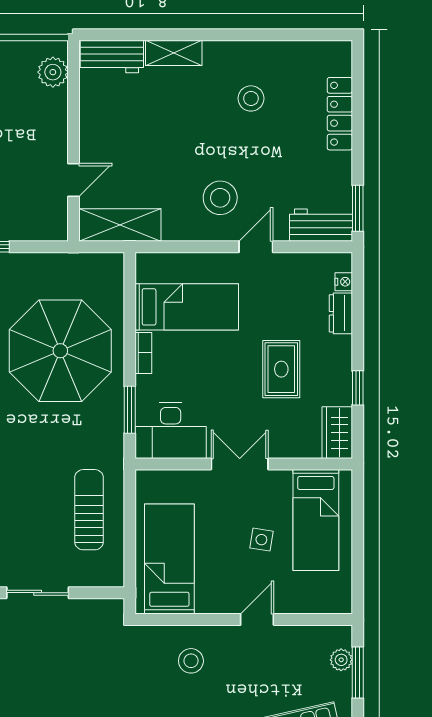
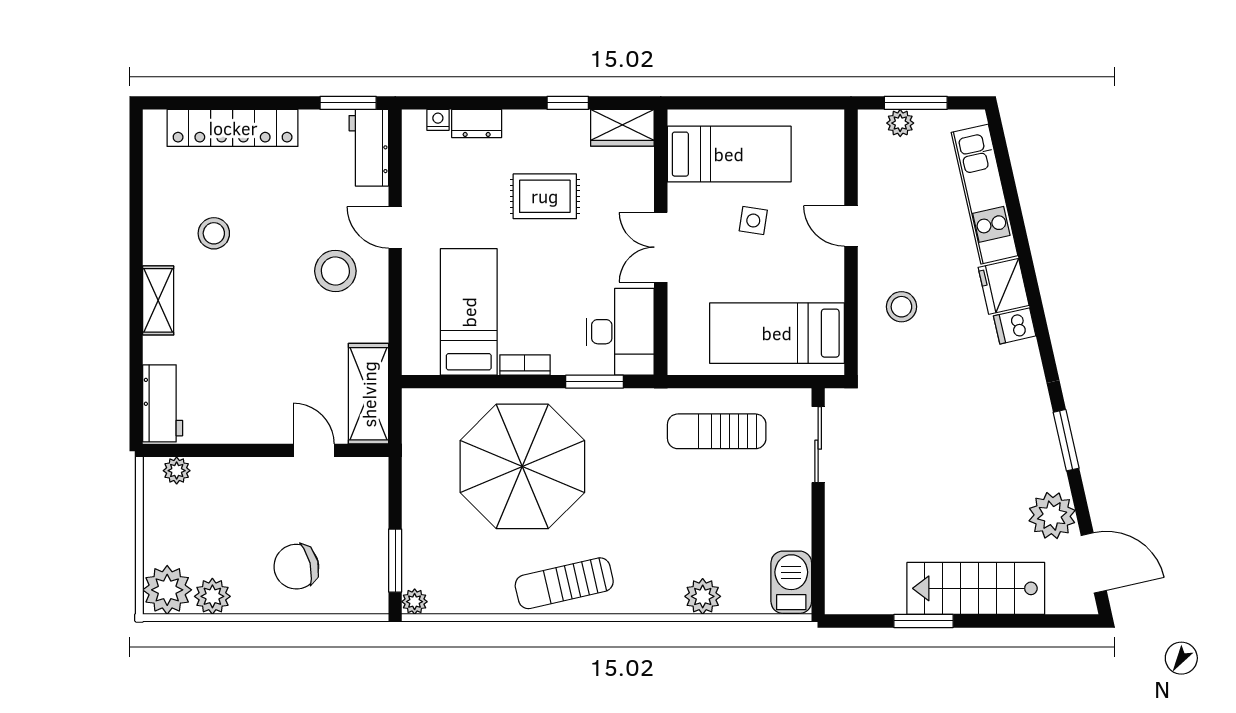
shelving: (174, 53) -> (158, 300), moved
plant: (53, 72) -> (177, 471), width x0.73, depth x0.73
locker: (340, 114) -> (233, 128), width x1.41, depth x1.21
sliding door: (38, 593) -> (818, 445), moved

